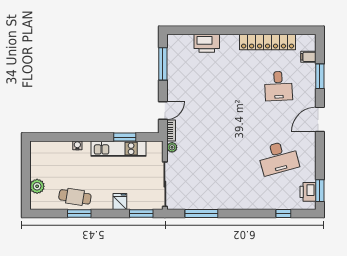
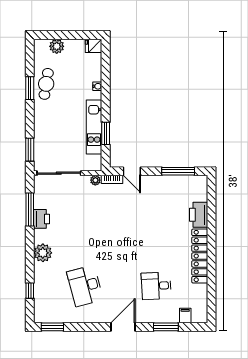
locker: (268, 42) -> (200, 256), moved
door: (320, 119) -> (123, 327), hinge flipped
printer: (308, 192) -> (41, 219), moved, turned 90
plant: (245, 200) -> (43, 253), added
fridge: (120, 201) -> (94, 46), moved, turned 180

